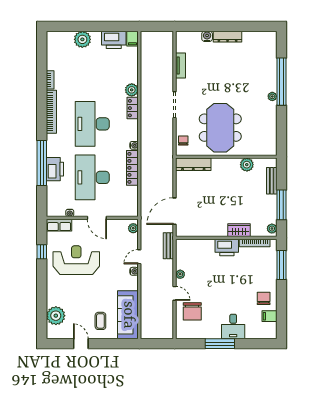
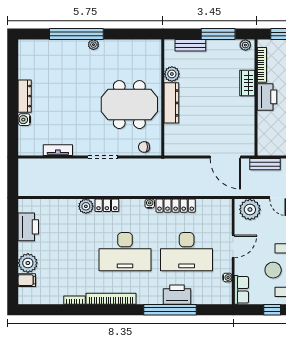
filing cabinet: (132, 39) -> (27, 280), moved
dresser: (193, 164) -> (171, 103), moved
plant: (133, 228) -> (250, 209), width x1.88, depth x1.88

